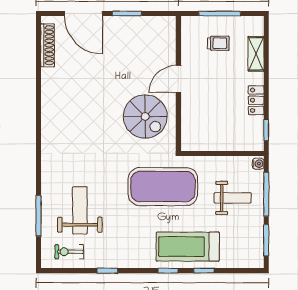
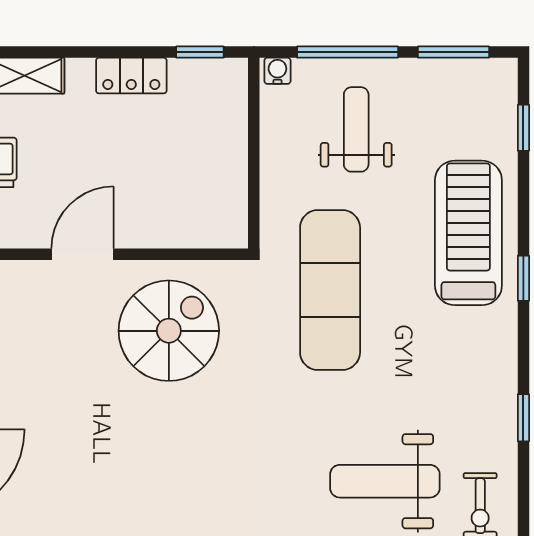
door: (178, 79) -> (82, 254), swing flipped
exercise mat: (163, 187) -> (330, 290), width x0.68
treadmill: (188, 247) -> (468, 233), turned 180
window: (204, 271) -> (523, 128), moved

